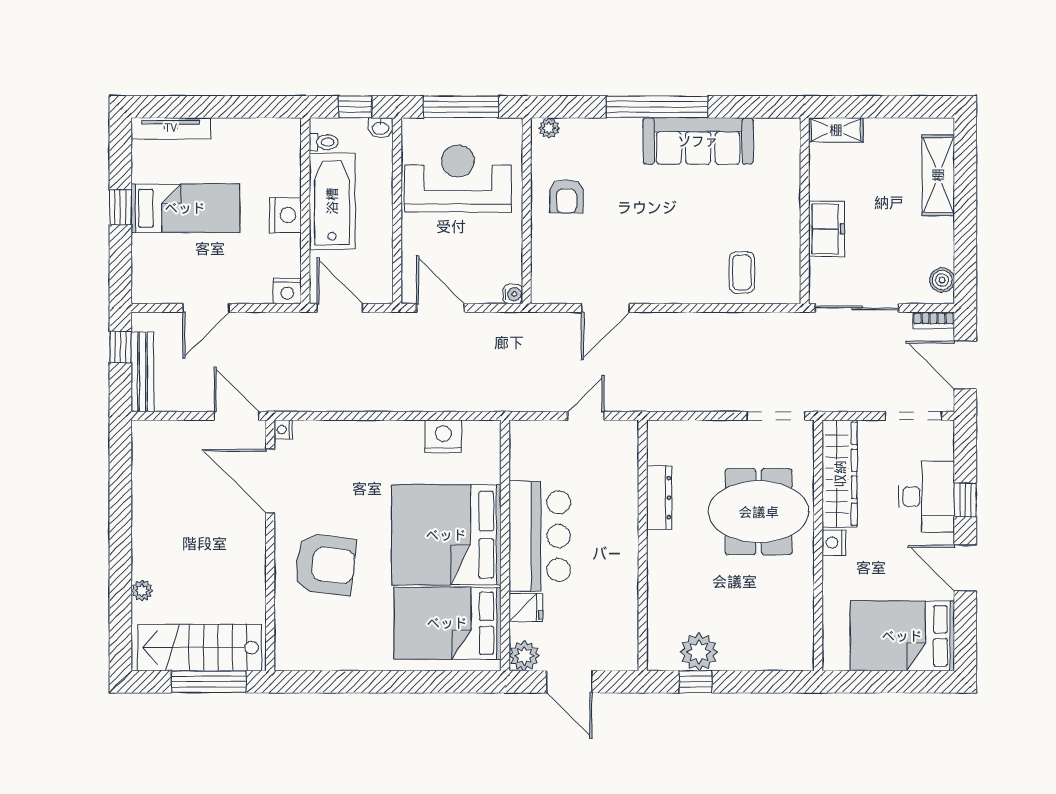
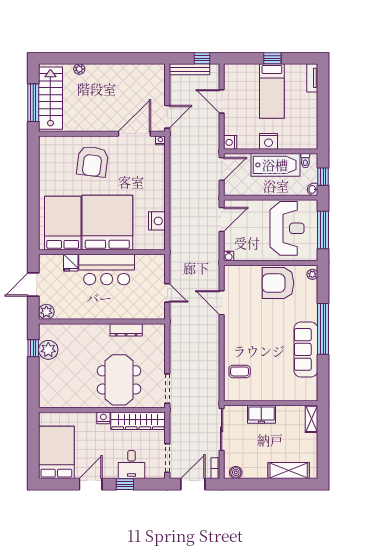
tv unit: (171, 128) -> (312, 78), width x0.71
armchair: (566, 196) -> (278, 283), width x1.88, depth x1.88
desk: (926, 497) -> (131, 465), width x0.73
plant: (524, 656) -> (46, 312), moved

